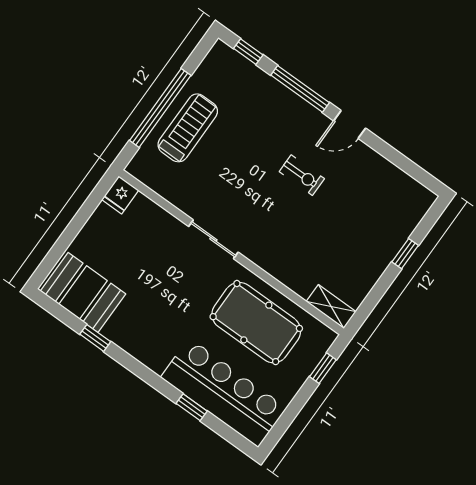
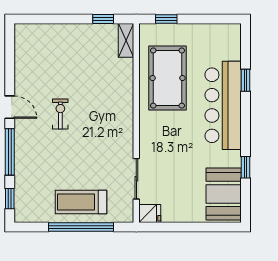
sliding door: (213, 239) -> (136, 179), moved
window: (405, 254) -> (103, 19), moved
bar counter: (224, 393) -> (223, 105), moved

